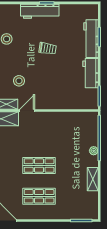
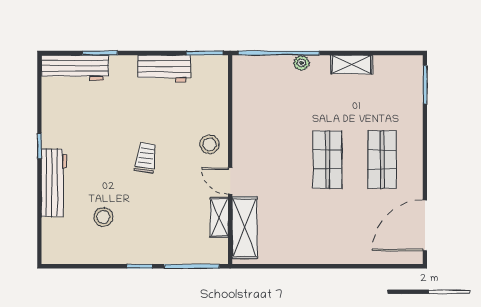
workbench: (40, 11) -> (54, 183), moved
workbench: (91, 39) -> (75, 68), moved
trolley: (47, 49) -> (146, 158), moved
stool: (19, 81) -> (209, 144), moved

